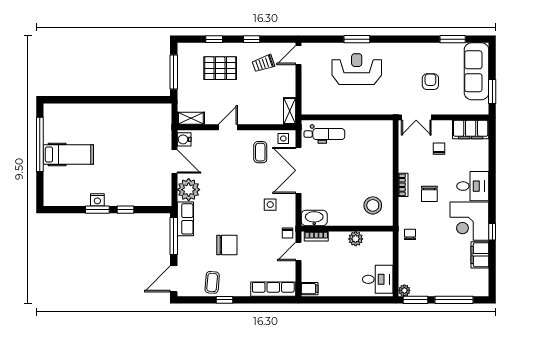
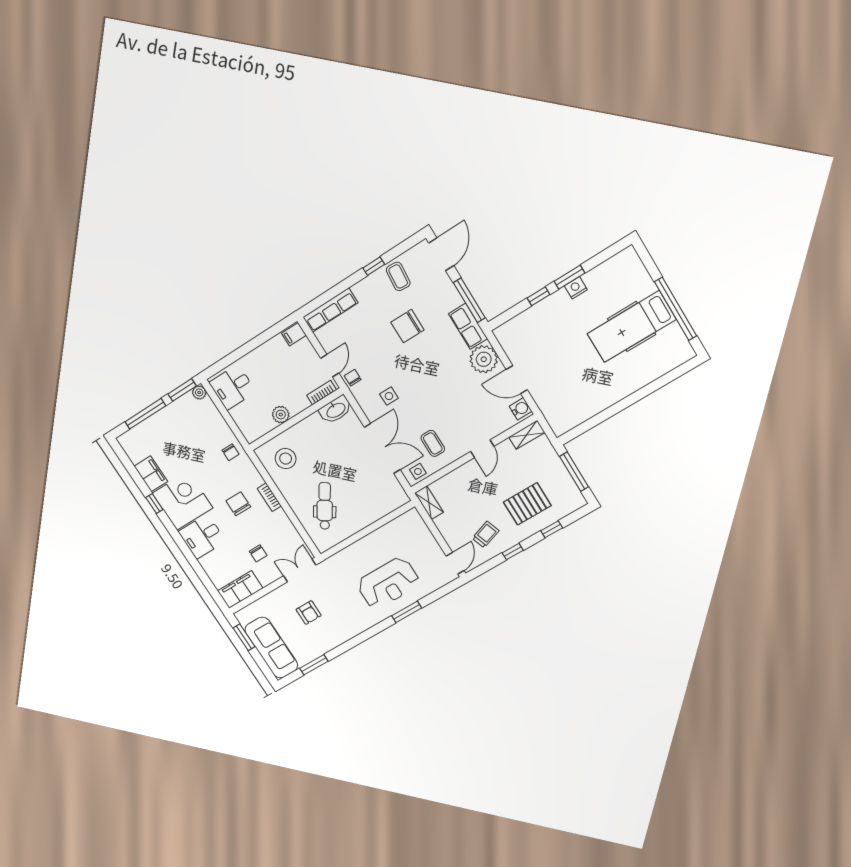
dental chair: (324, 134) -> (325, 506), moved, turned 123
hospital bed: (68, 154) -> (632, 327), width x1.37, depth x1.29

